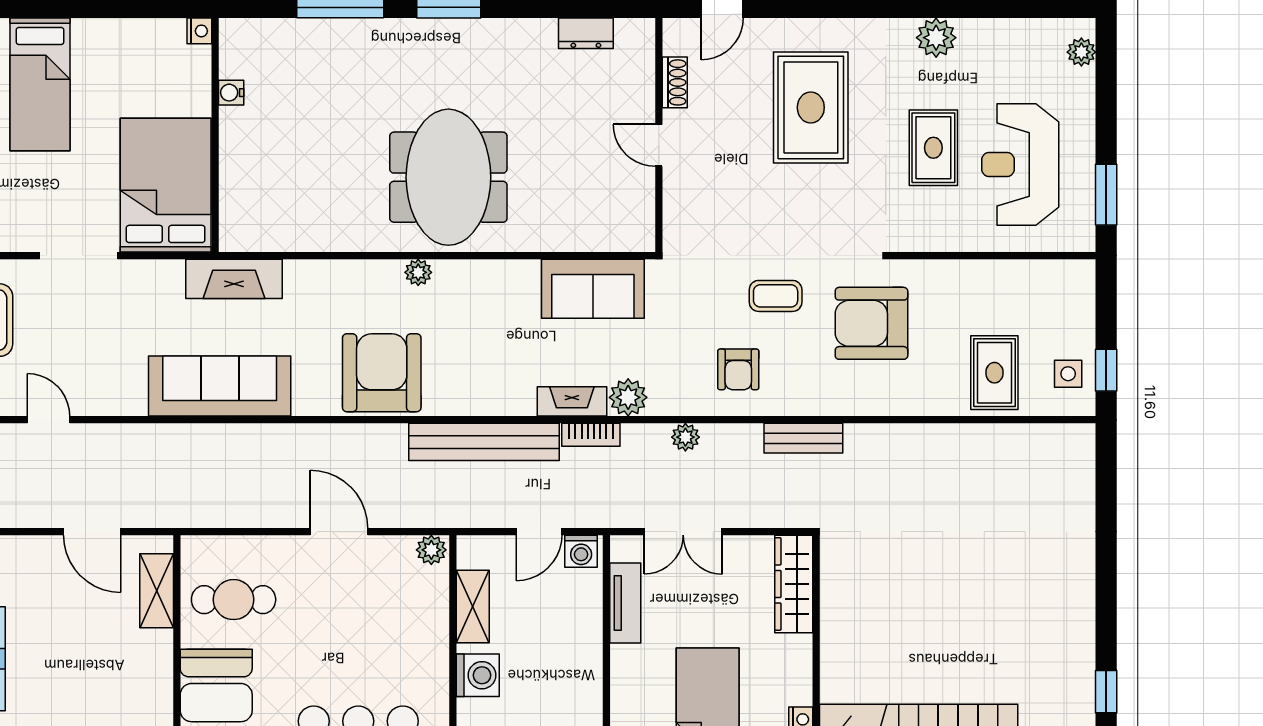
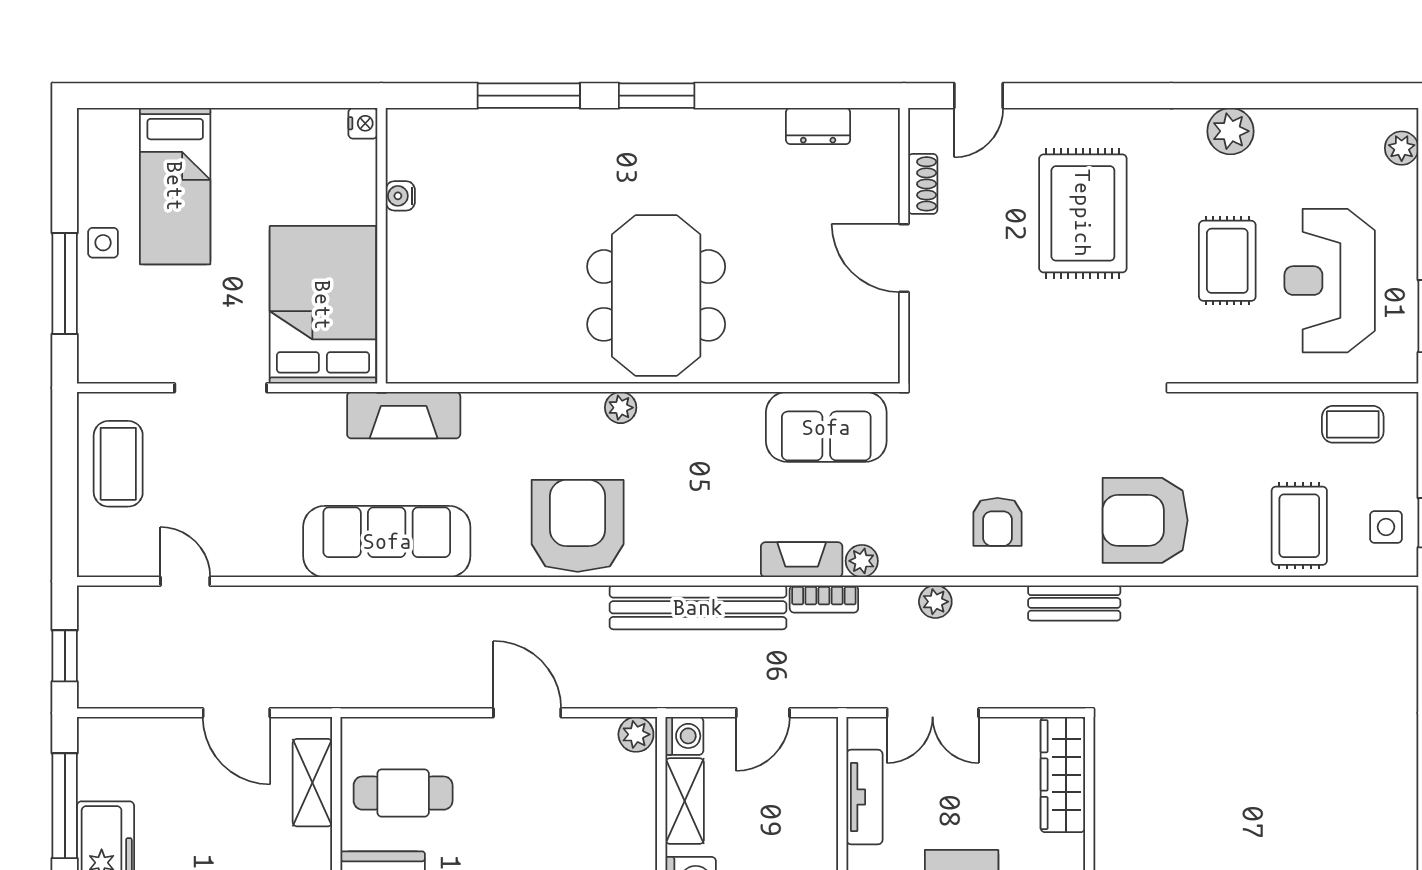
door: (659, 145) -> (904, 258), width x1.38
coffee table: (776, 296) -> (1353, 424), moved
armchair: (871, 323) -> (1145, 520), moved
plant: (628, 397) -> (862, 561), width x0.73, depth x0.73
washing machine: (581, 551) -> (684, 736), moved, turned -90

